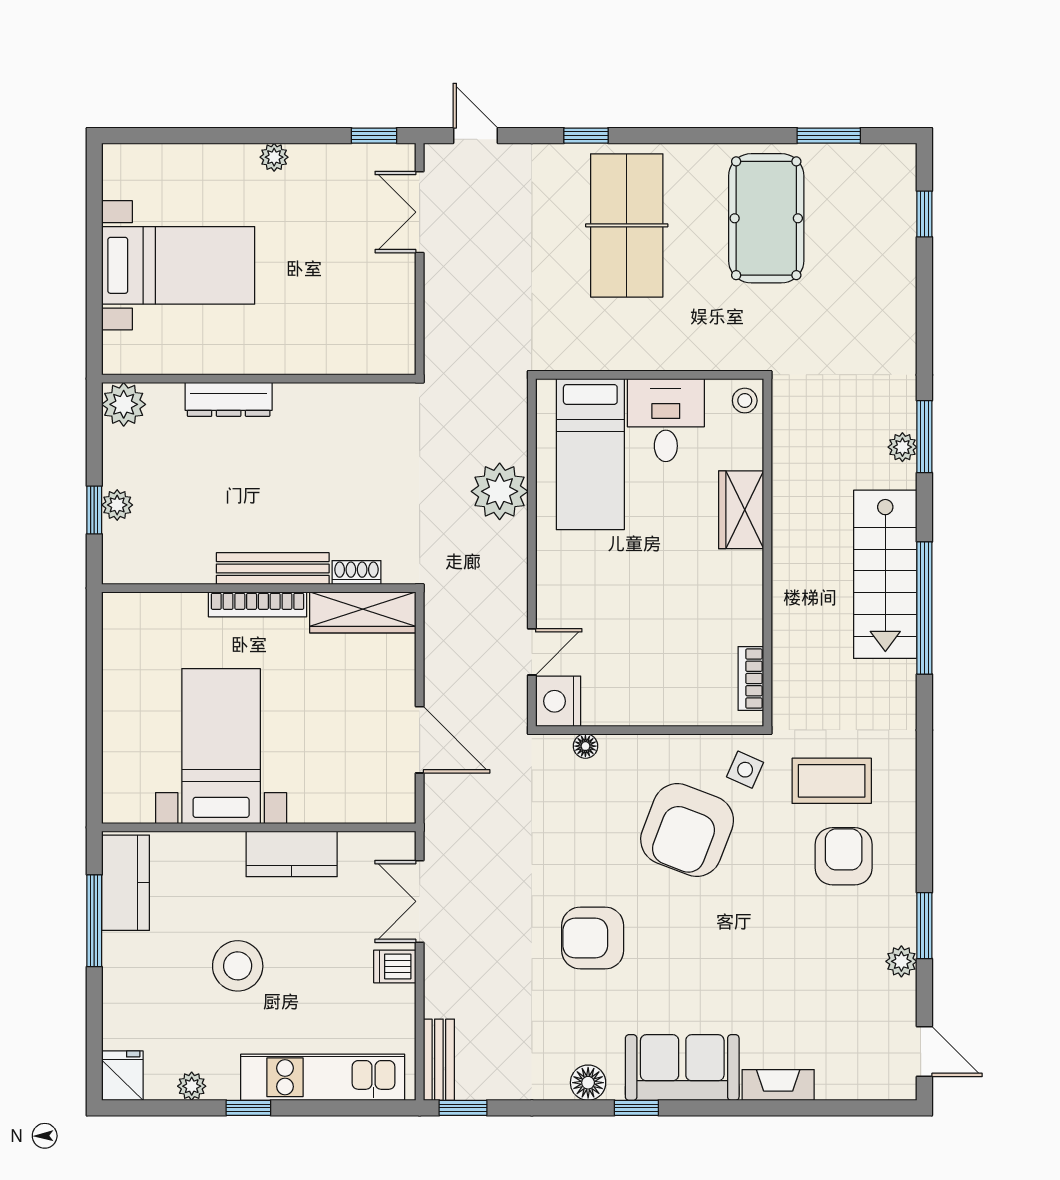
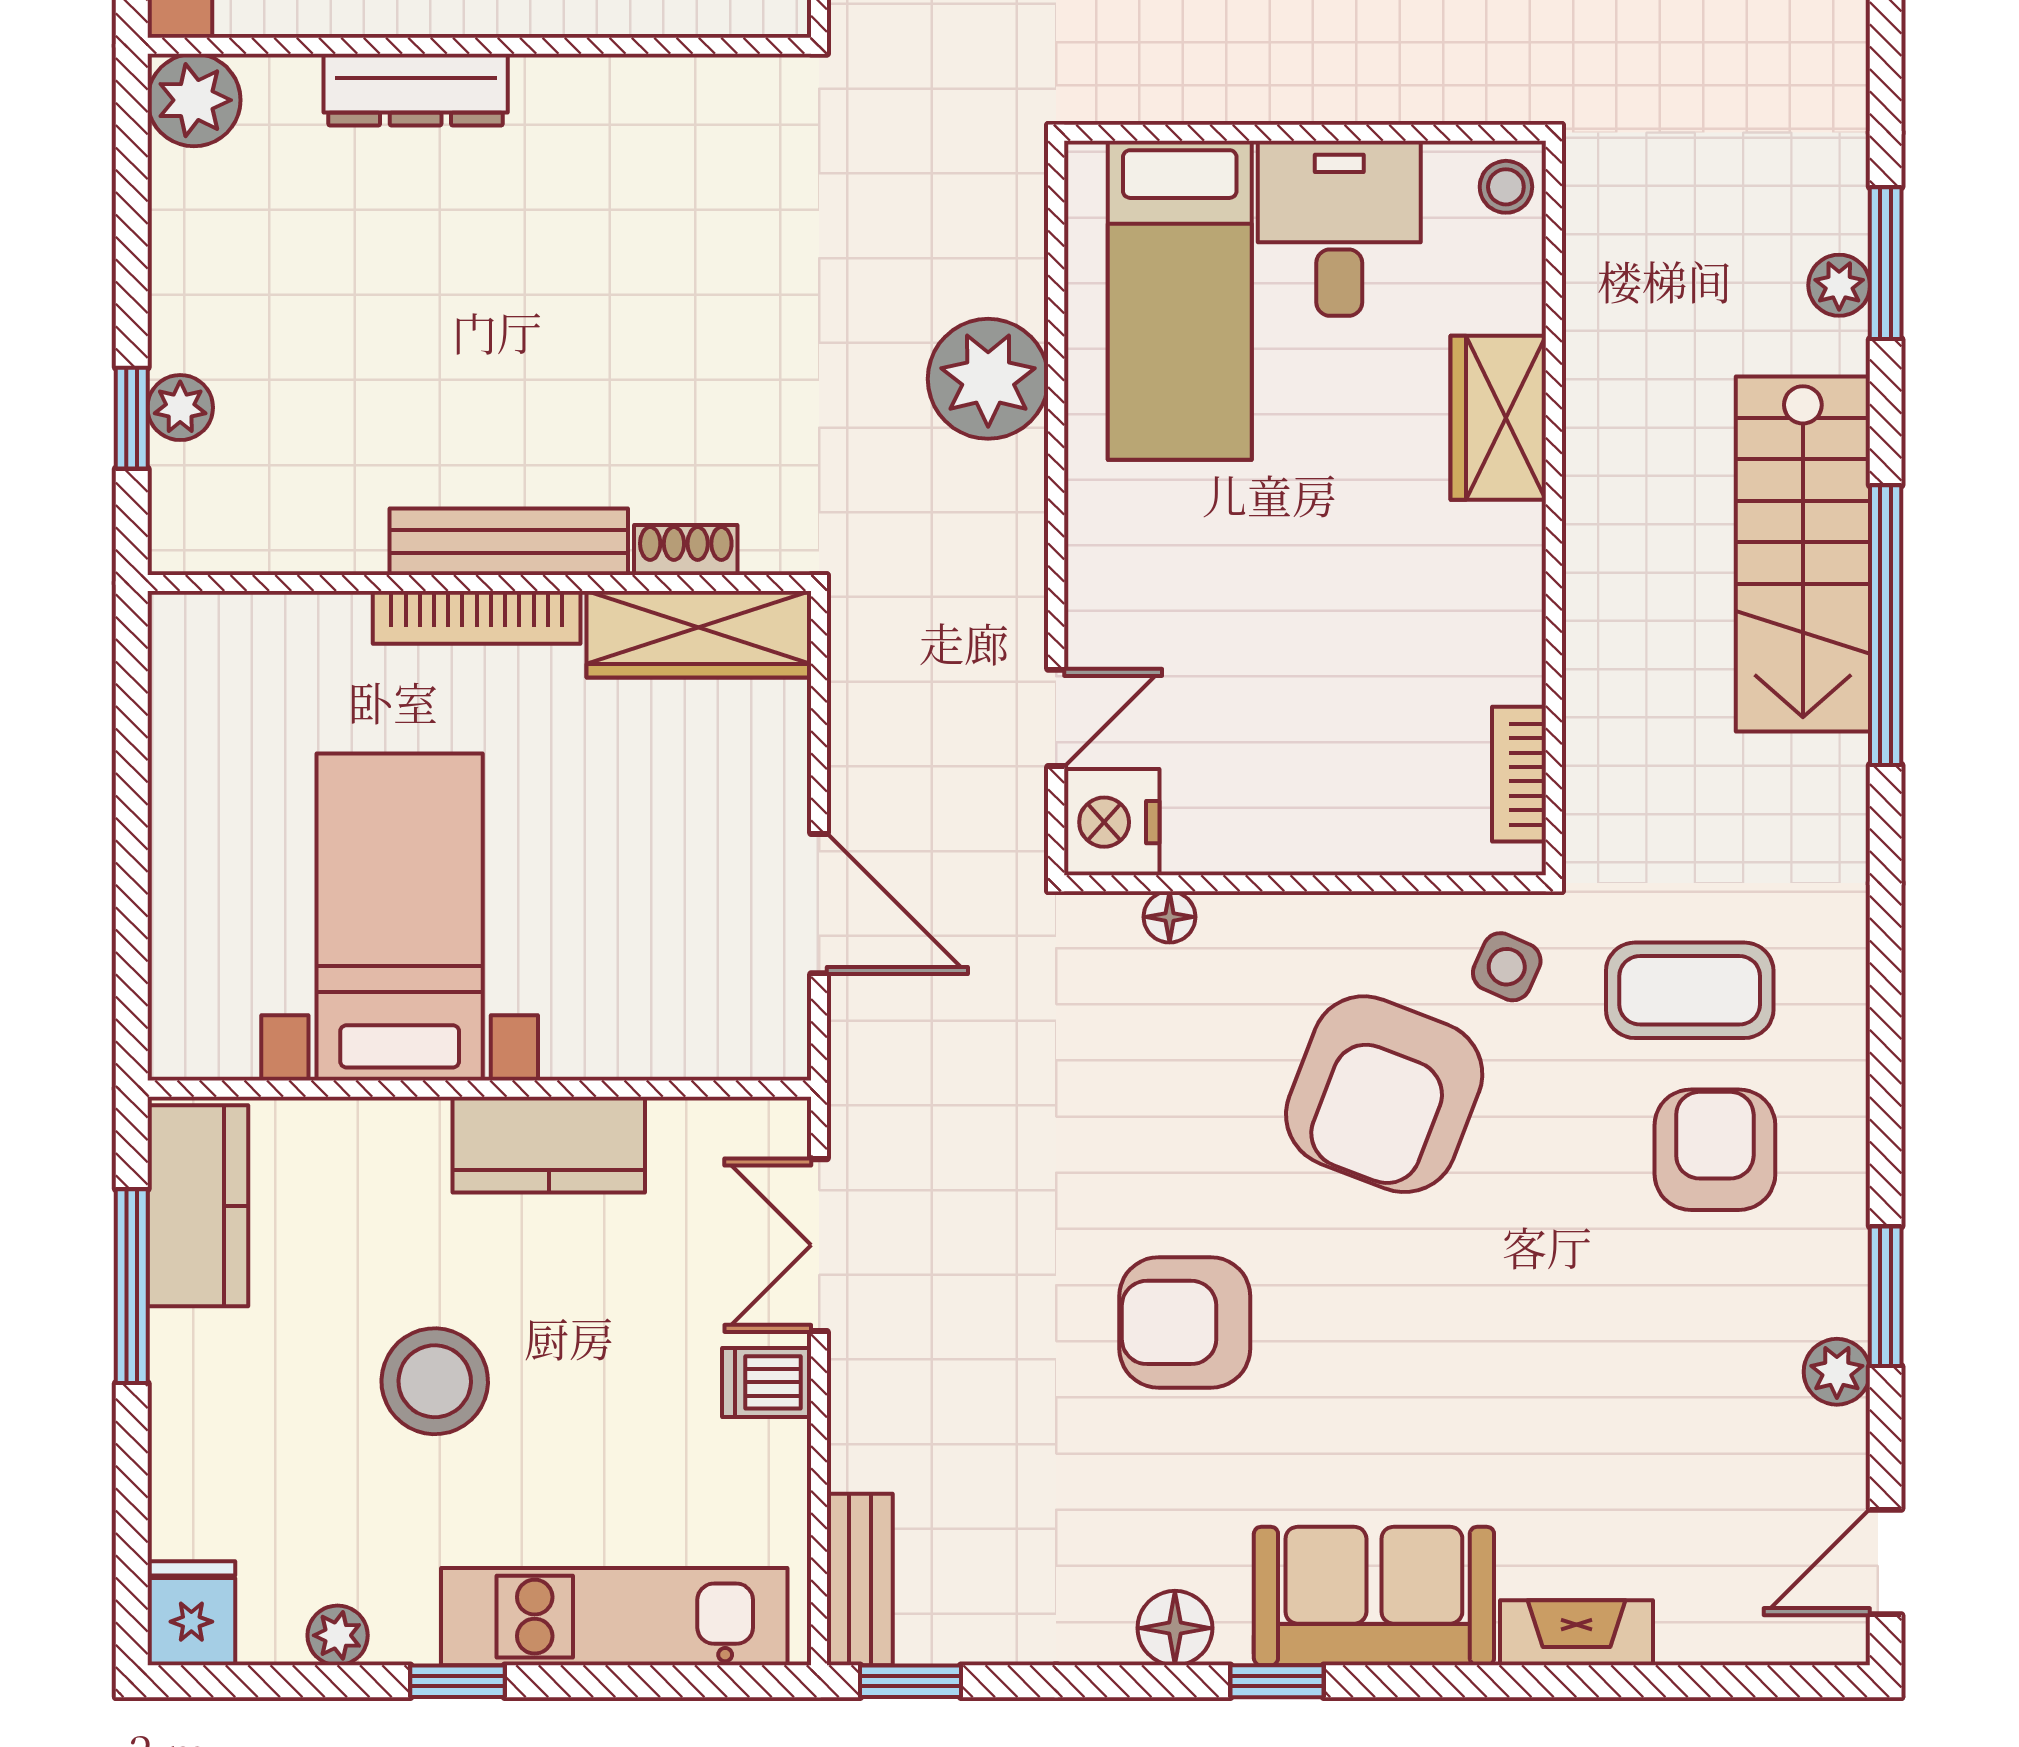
wall: (259, 379) -> (479, 46), moved
dresser: (229, 399) -> (416, 90), moved
plant: (124, 404) -> (194, 100), moved
door: (924, 1051) -> (1886, 1562), swing flipped

